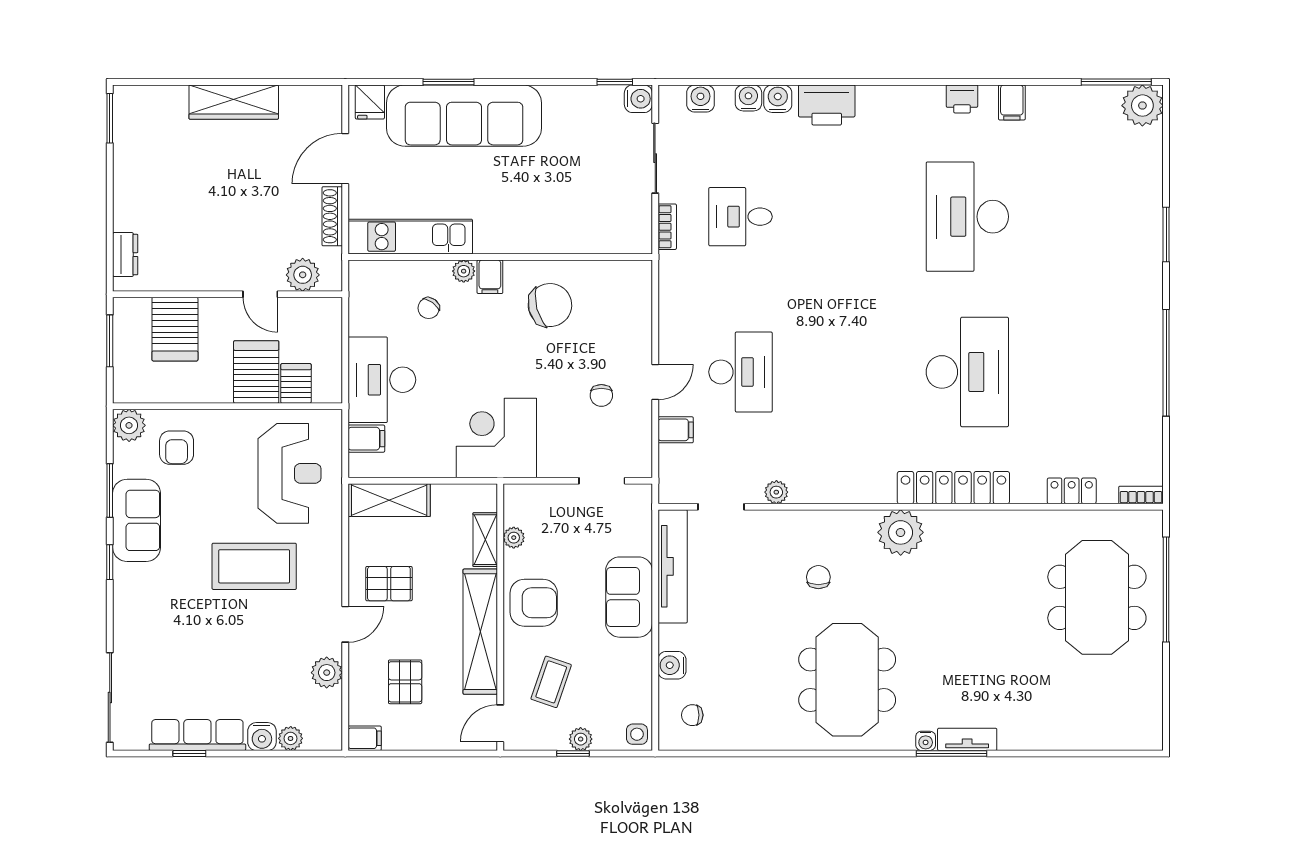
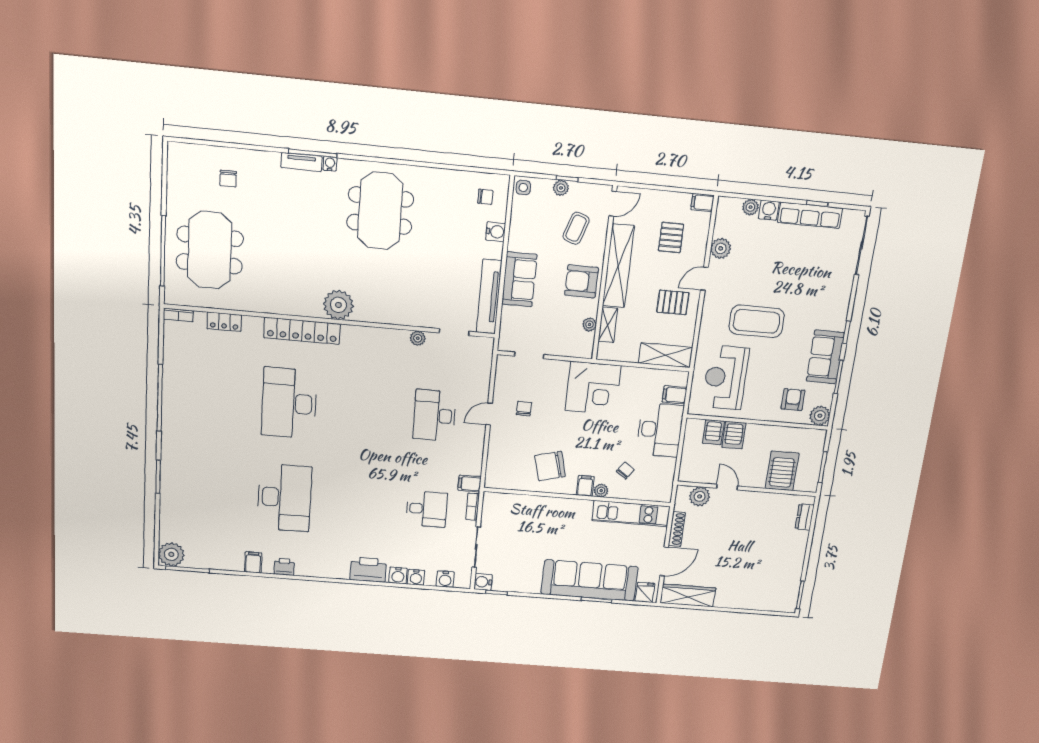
wardrobe: (234, 102) -> (688, 595), moved
server rack: (256, 372) -> (734, 435), width x0.73, depth x0.70
filing cabinet: (676, 430) -> (470, 484), moved
chair: (818, 577) -> (228, 179), moved

